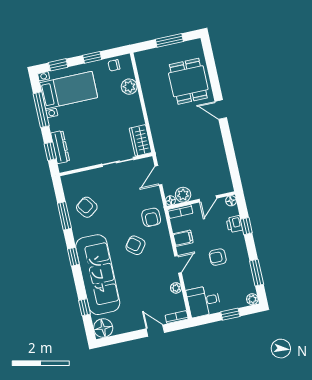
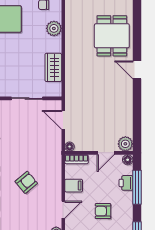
wardrobe: (140, 140) -> (53, 67), moved
door: (158, 175) -> (63, 120), hinge flipped
plant: (183, 195) -> (125, 144), moved
armchair: (151, 217) -> (47, 159), removed
window: (246, 226) -> (137, 187), width x2.17
armchair: (135, 245) -> (26, 182), turned 102

